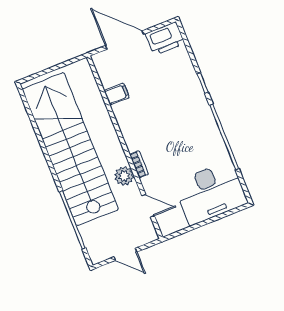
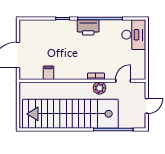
printer: (165, 39) -> (88, 27), moved, turned 90
desk: (211, 193) -> (134, 35), width x0.73, depth x0.77

